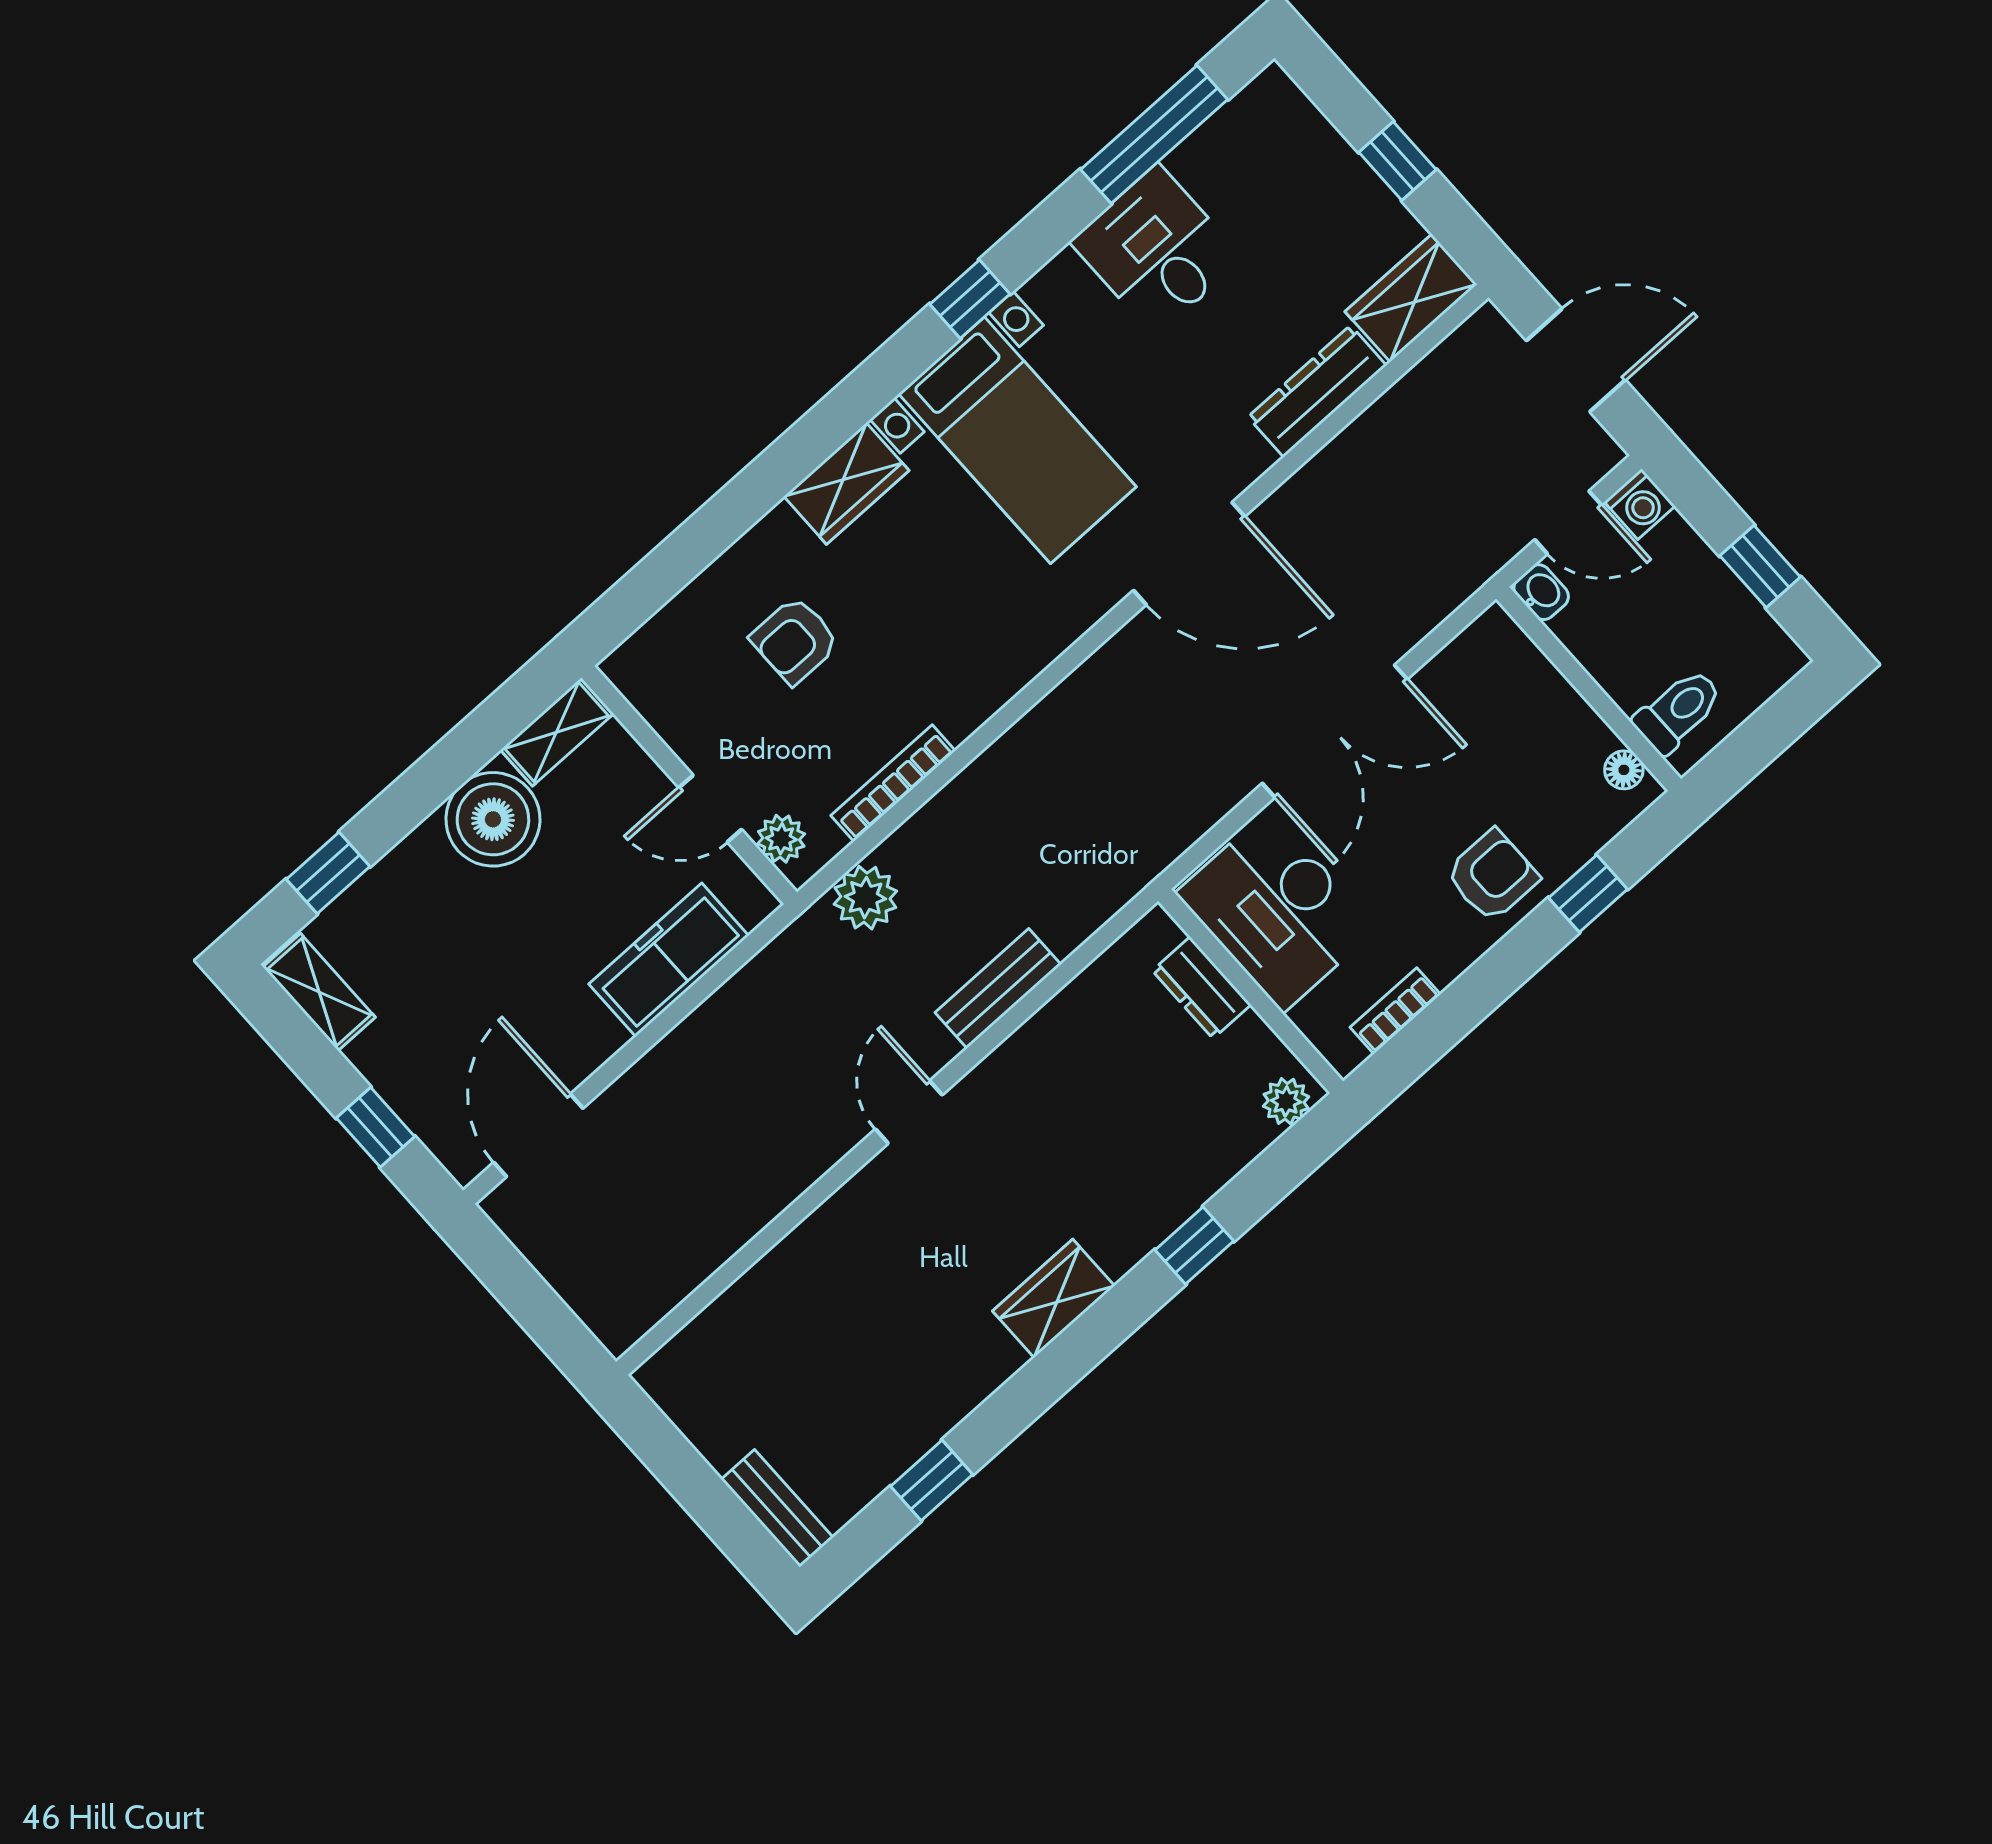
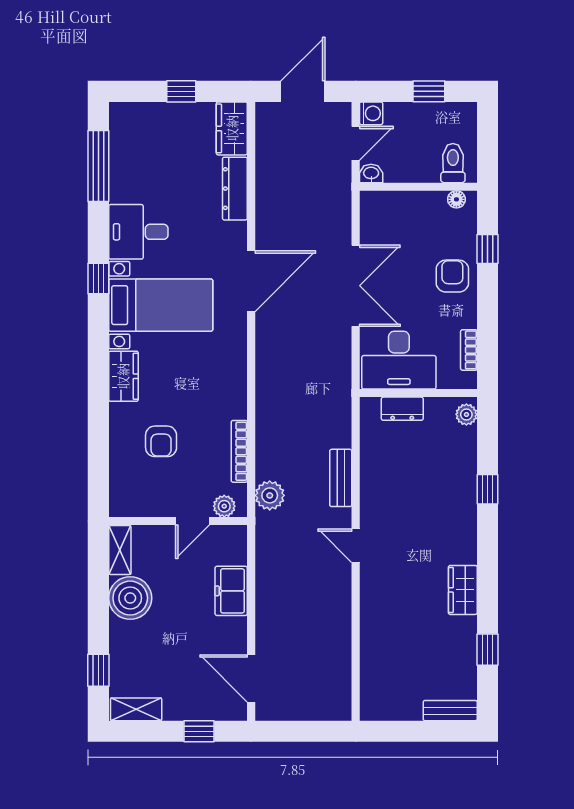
desk: (1157, 250) -> (138, 232), moved
freezer: (669, 960) -> (231, 591), width x0.71
wardrobe: (1054, 1299) -> (463, 590), moved

